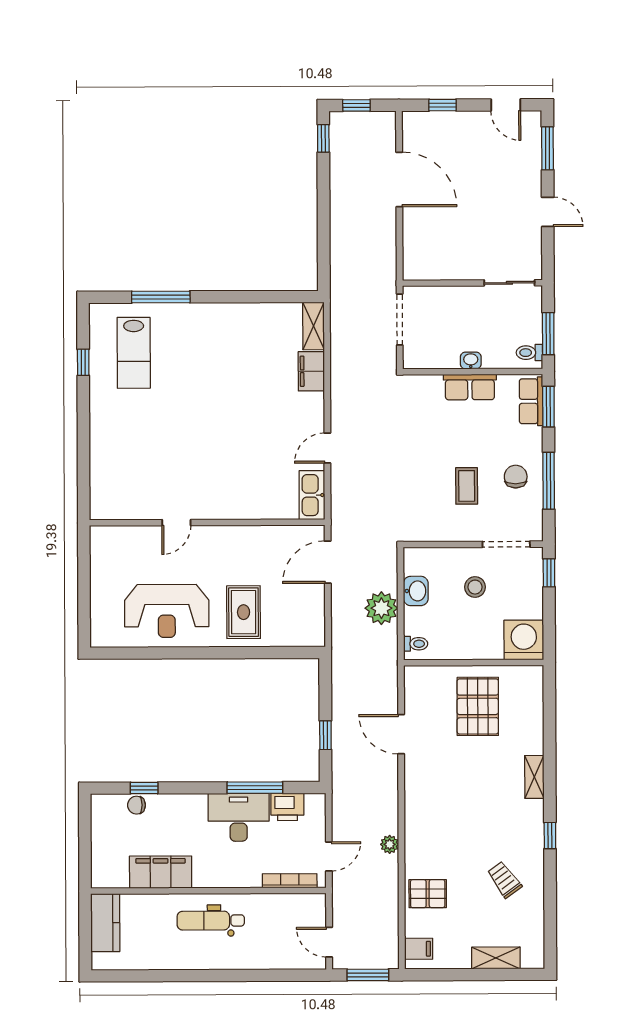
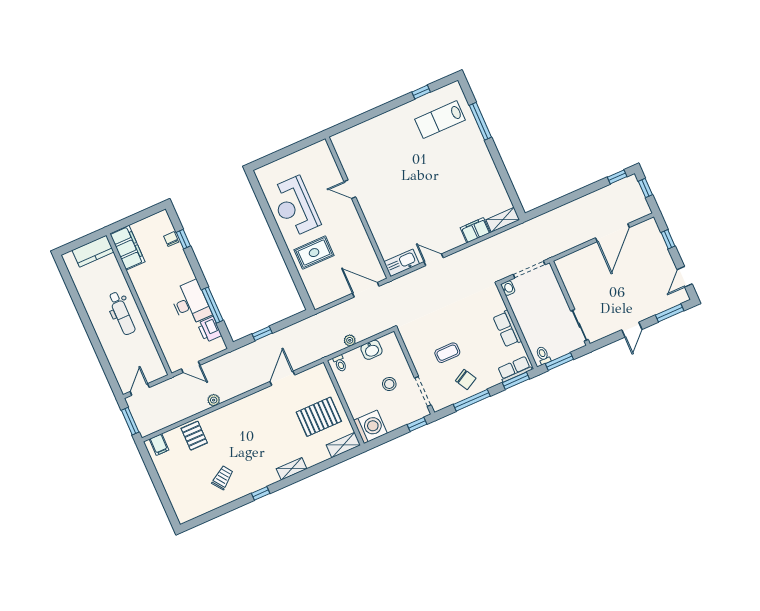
washbasin: (471, 361) -> (508, 288), moved
chair: (516, 477) -> (466, 379), turned 61
plant: (381, 608) -> (350, 340), width x0.53, depth x0.53
filing cabinet: (161, 872) -> (127, 248), moved
bookcase: (290, 881) -> (166, 350), removed
dental chair: (211, 921) -> (122, 313), turned 180
shelving: (496, 958) -> (343, 445), moved, turned 90

